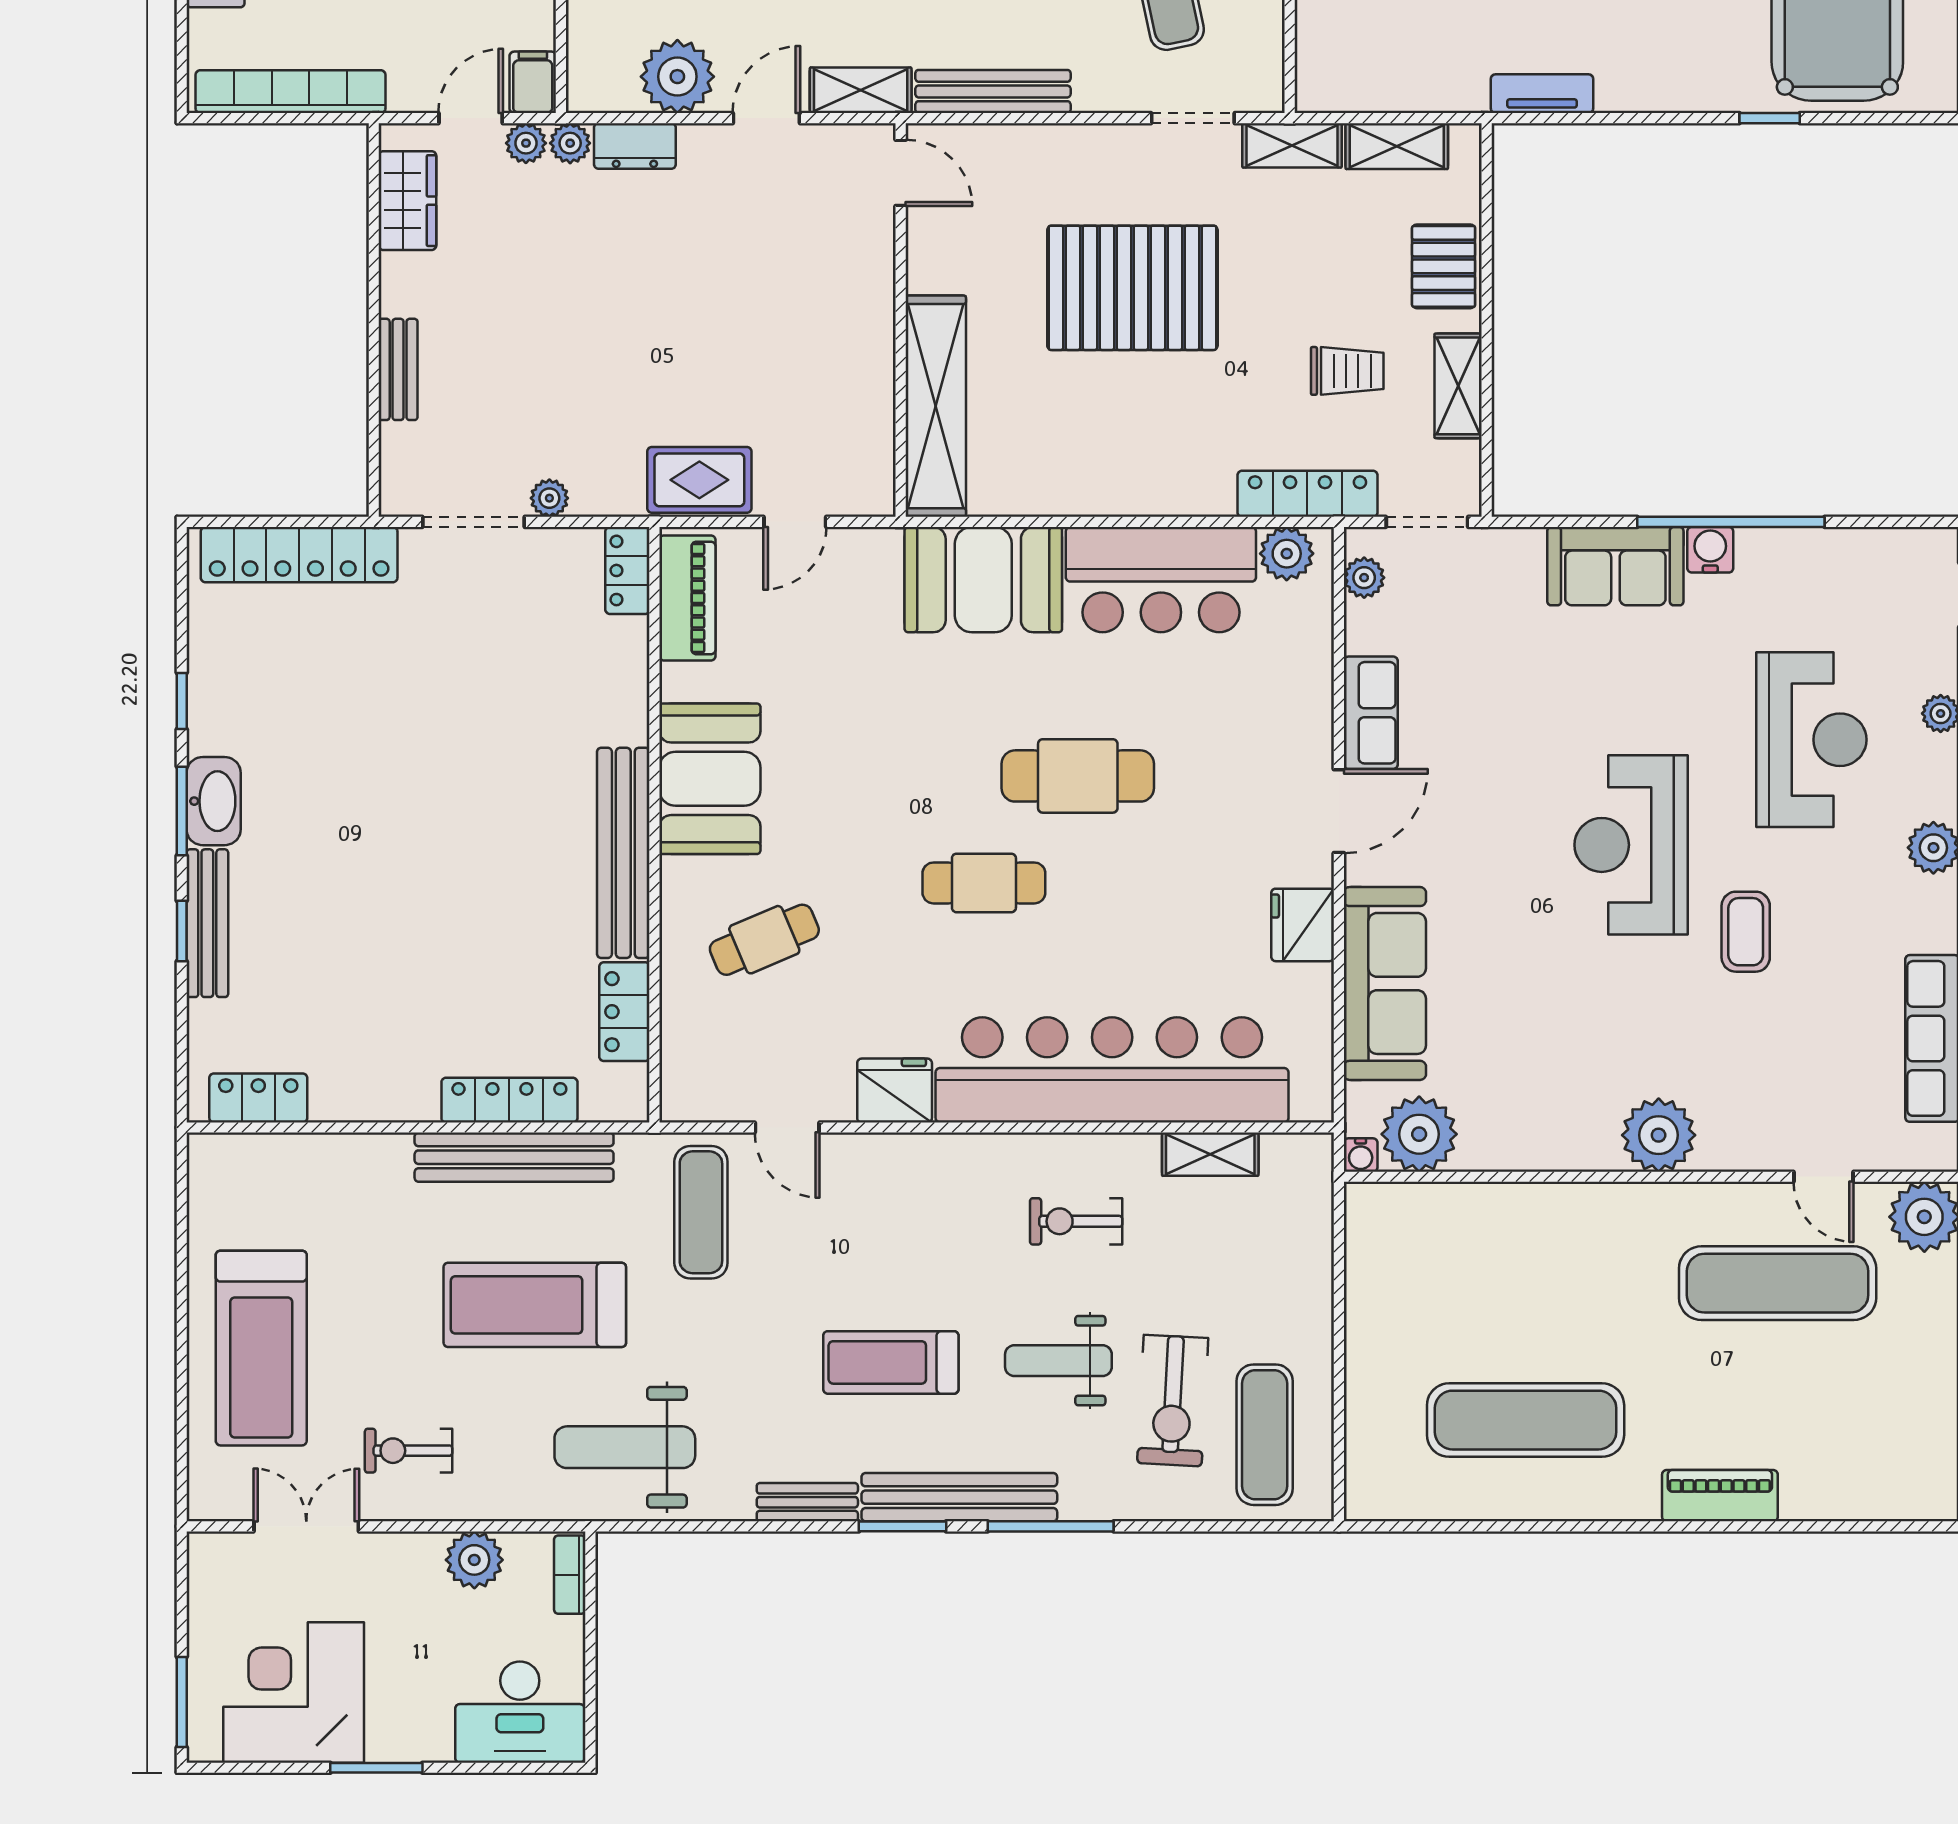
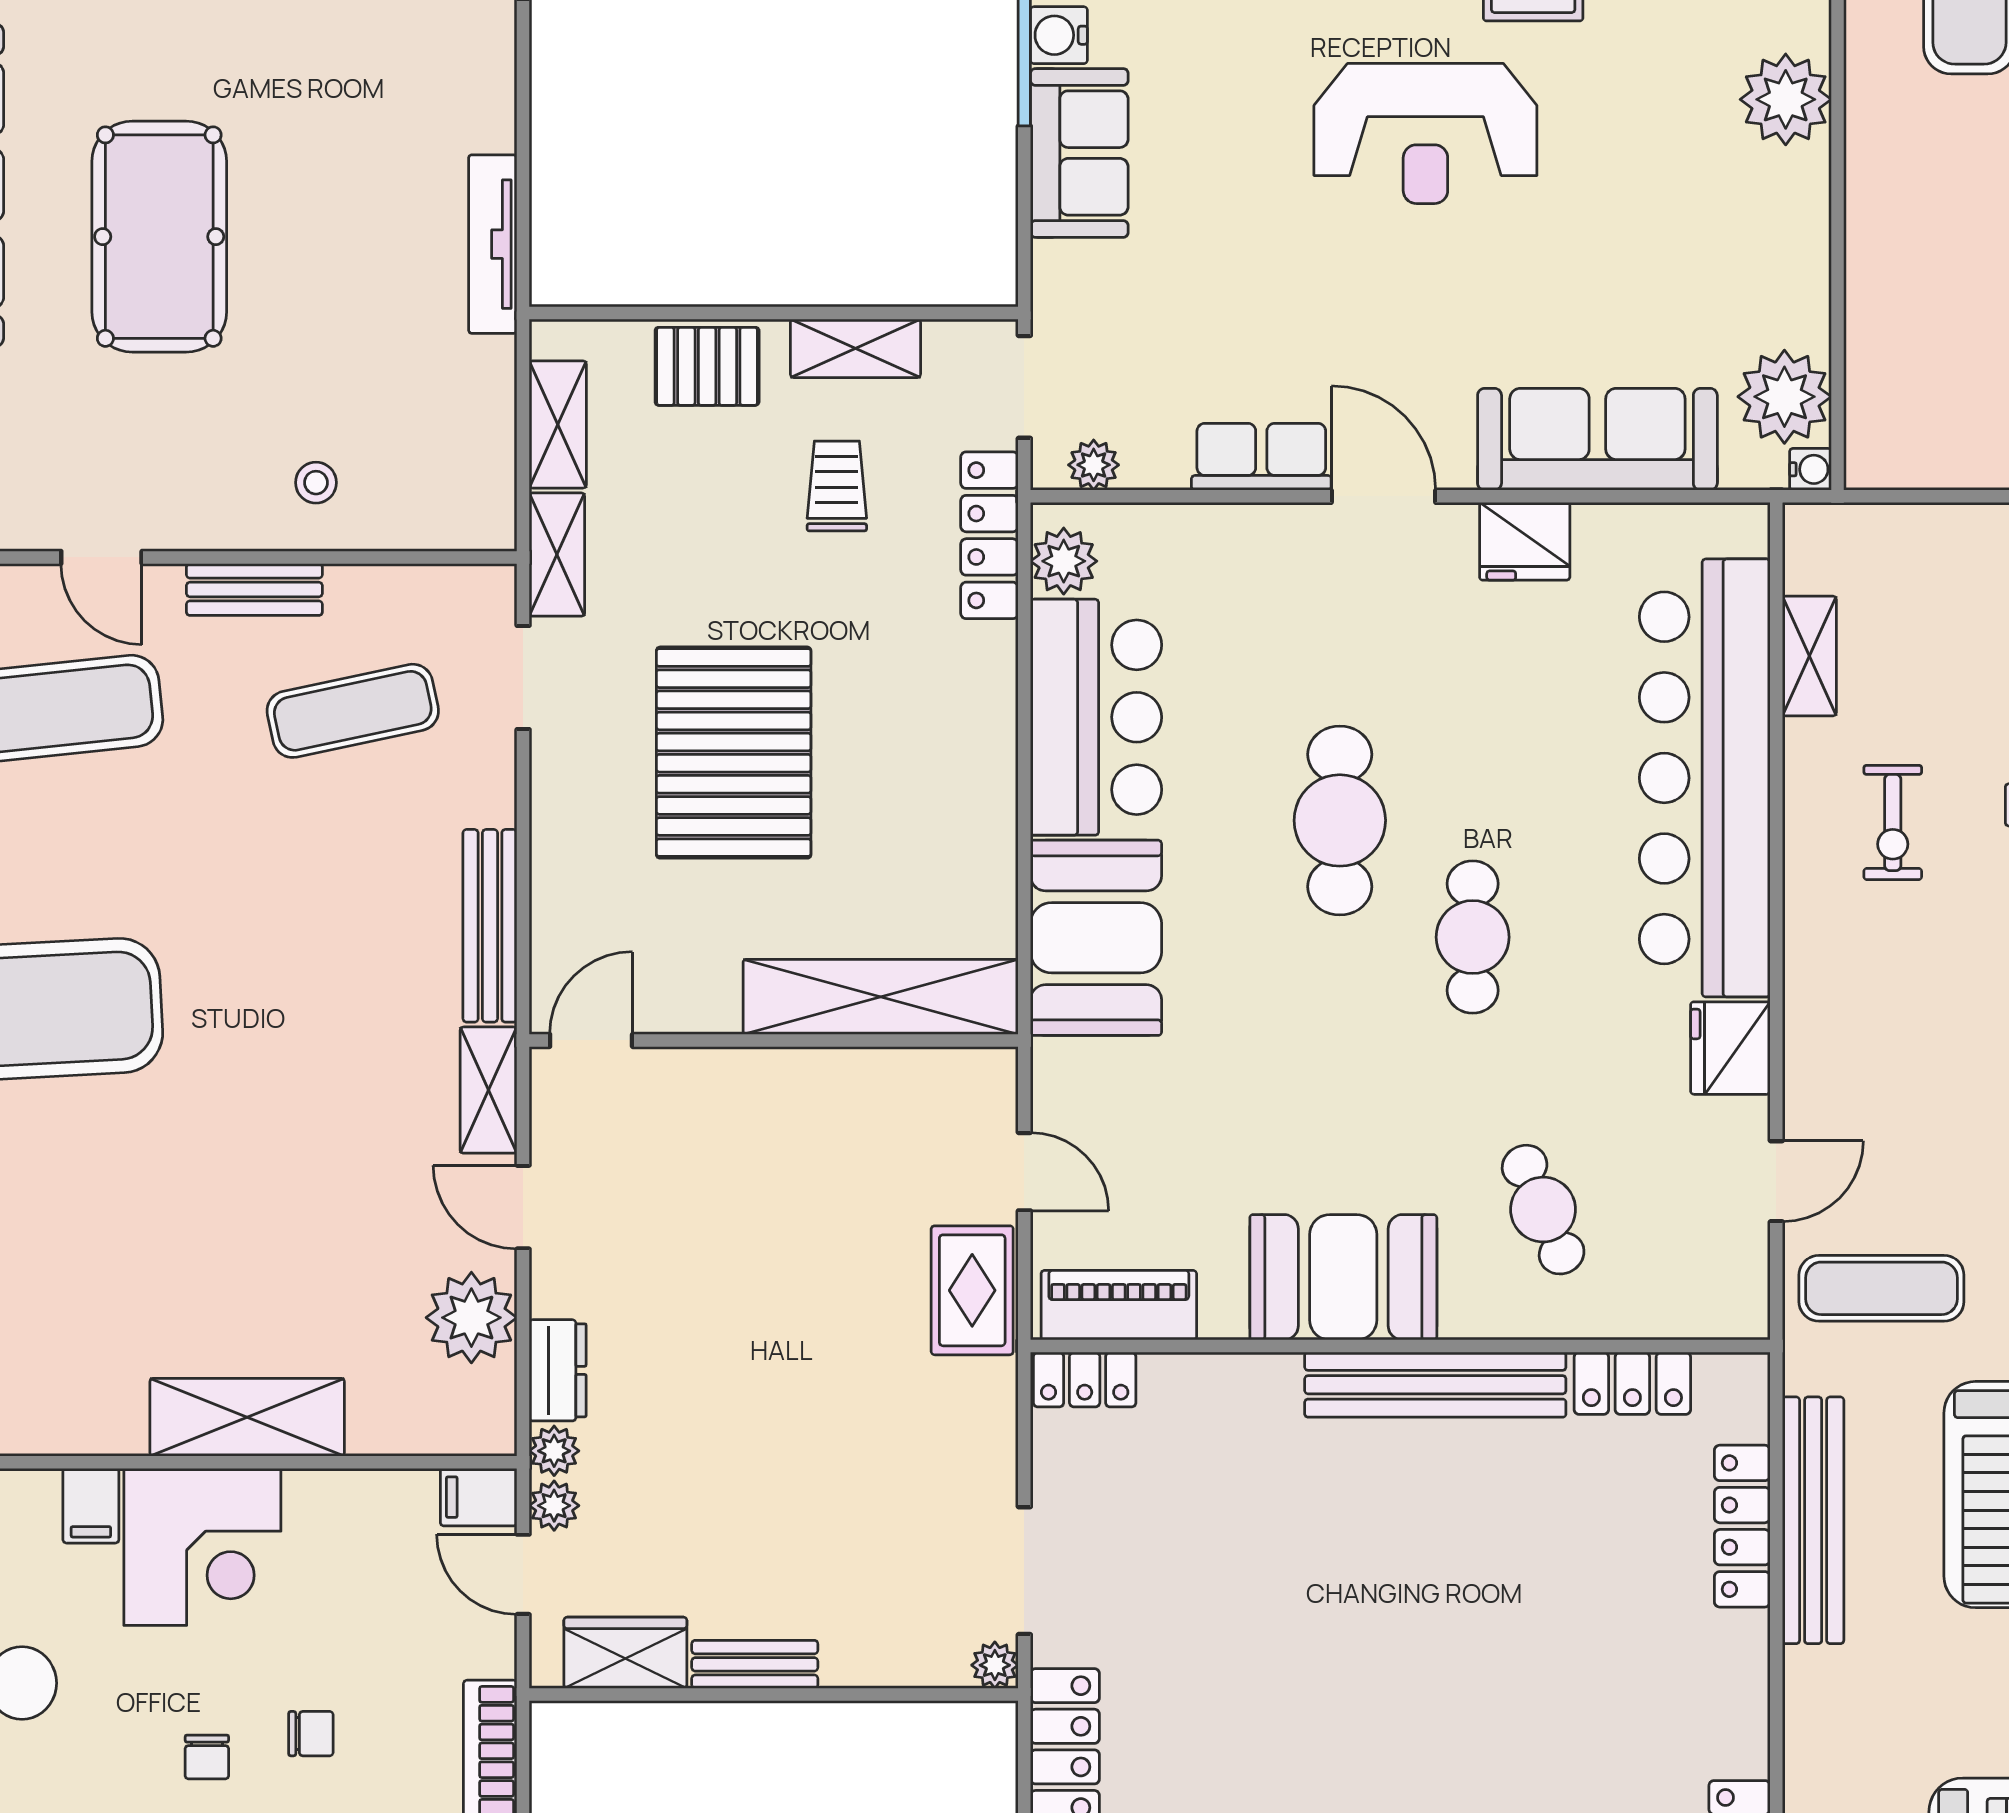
tv unit: (1542, 94) -> (493, 244), width x1.41
bench: (398, 369) -> (755, 1664), moved
plant: (549, 498) -> (995, 1665), moved

